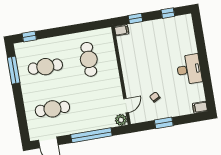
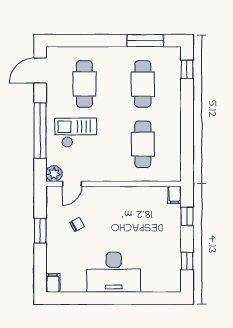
cafe table: (89, 59) -> (143, 144), turned 90
desk: (189, 69) -> (114, 272), width x1.36, depth x1.30
door: (126, 106) -> (72, 184), hinge flipped
checkout: (89, 109) -> (76, 133), added

